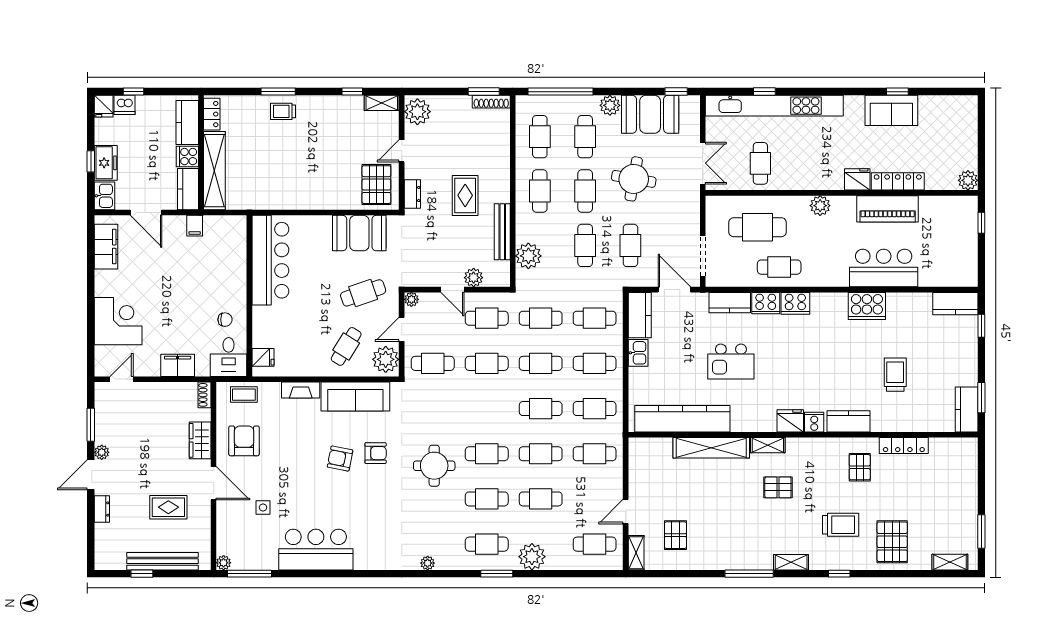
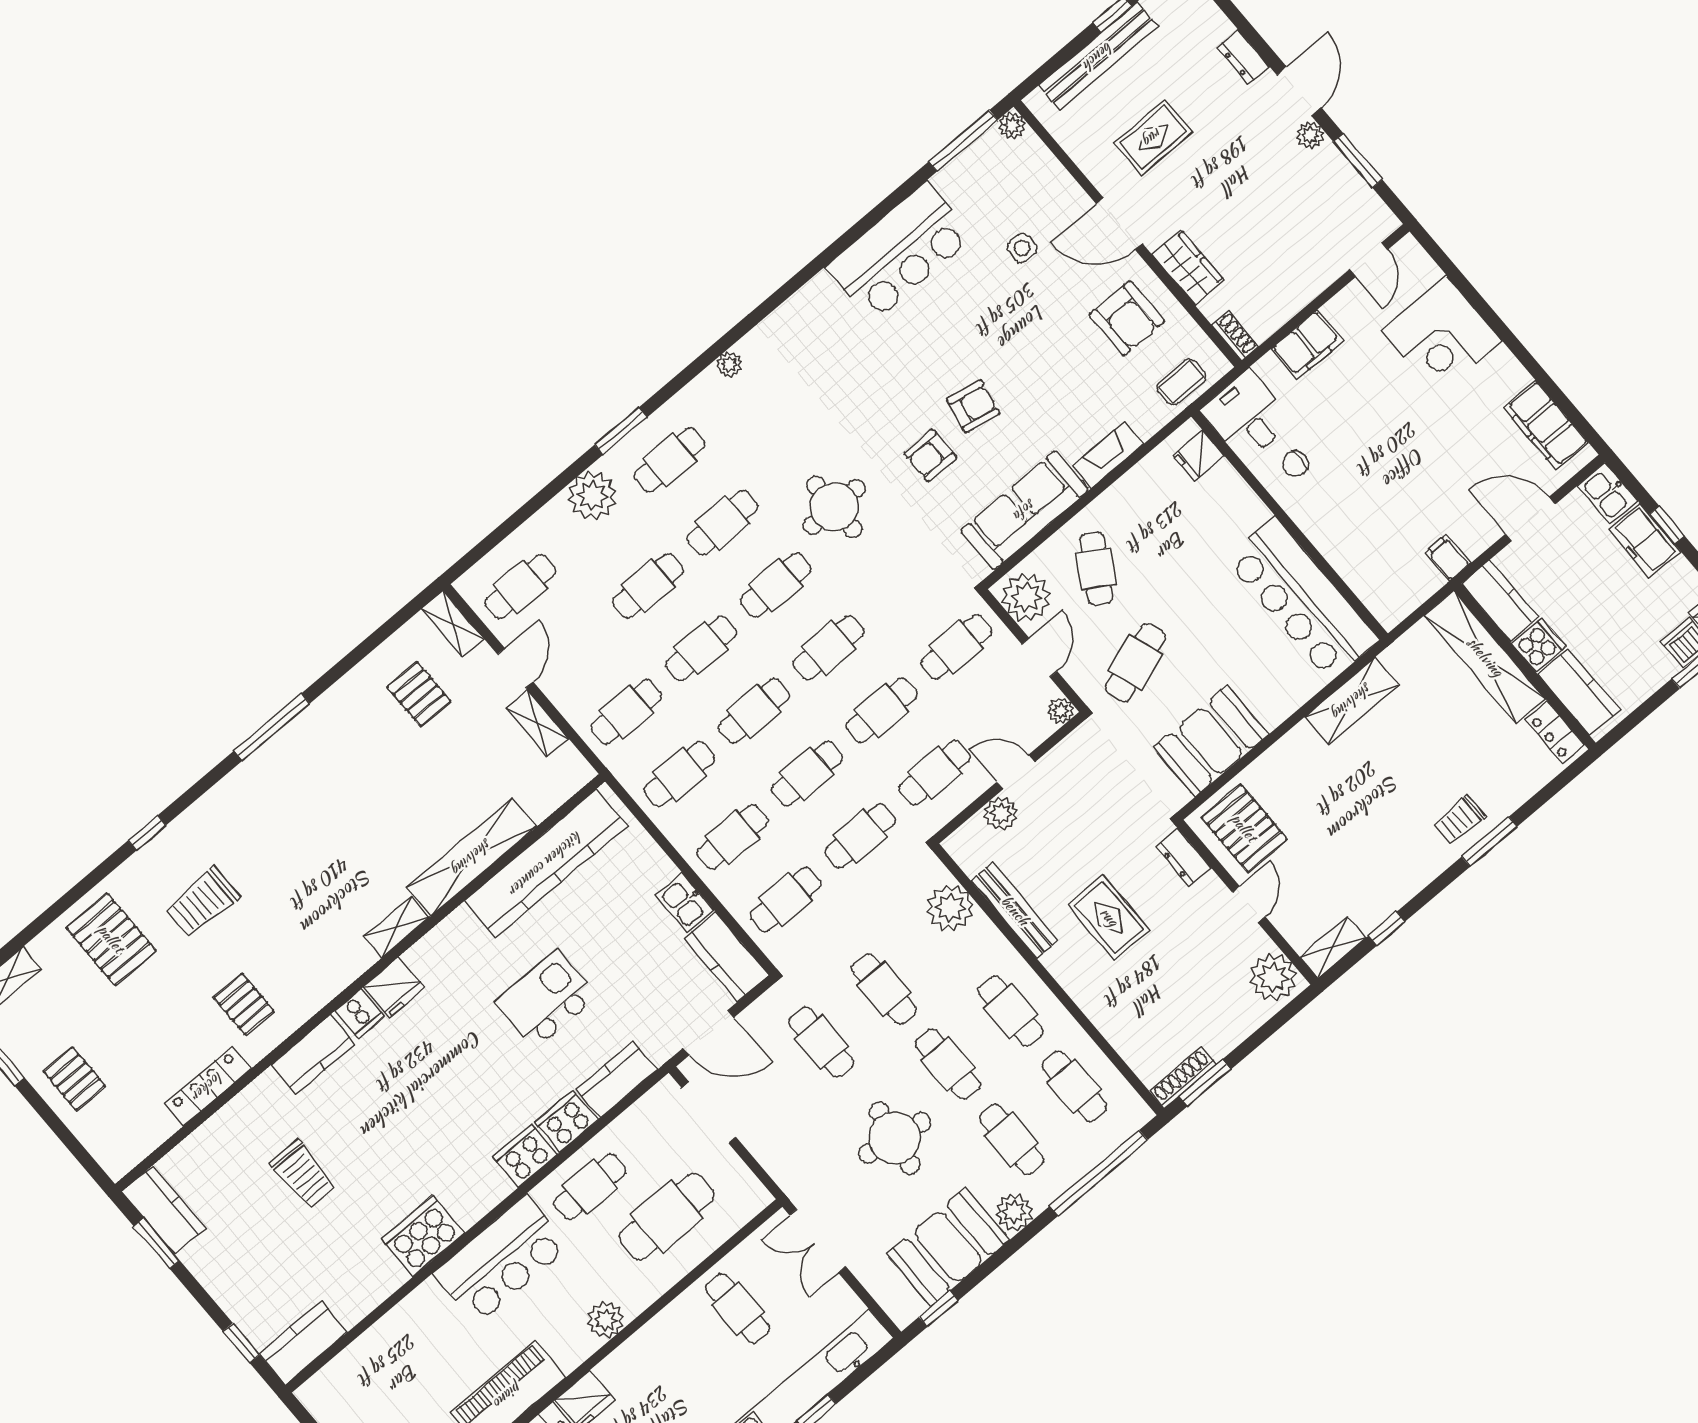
trolley: (283, 111) -> (1459, 820), turned 180
shelving: (286, 200) -> (1352, 701), added
bar counter: (884, 268) -> (501, 1260), moved
cafe table: (487, 409) -> (829, 648), added
pallet: (778, 487) -> (74, 1079), moved, turned 90
shelving: (791, 562) -> (537, 723), moved, turned 90

